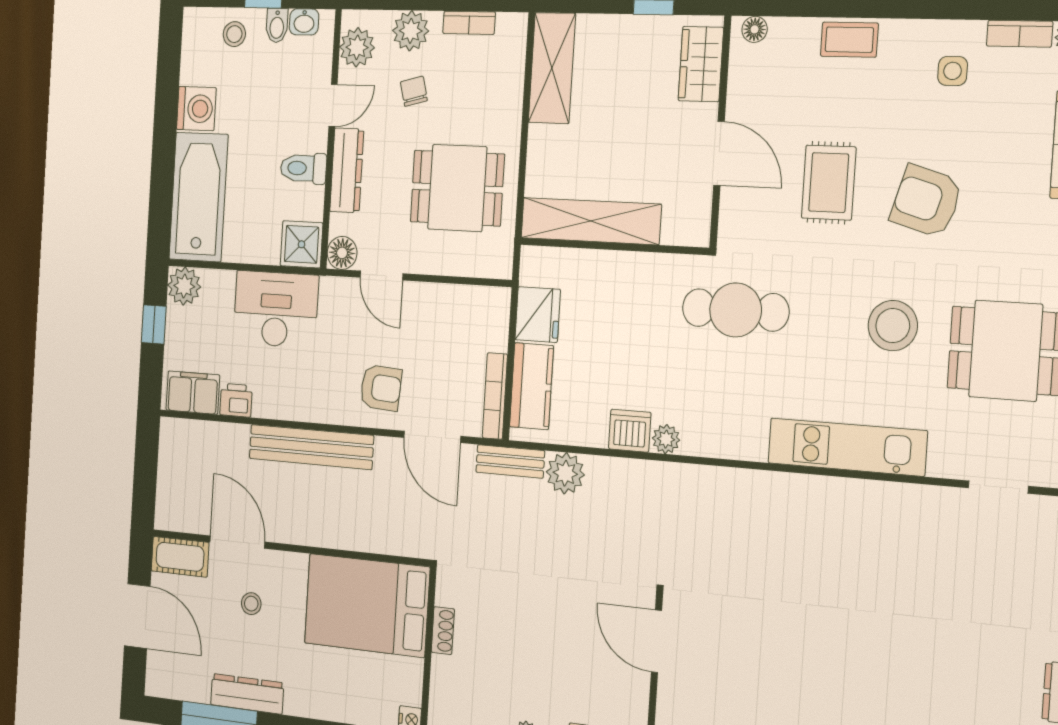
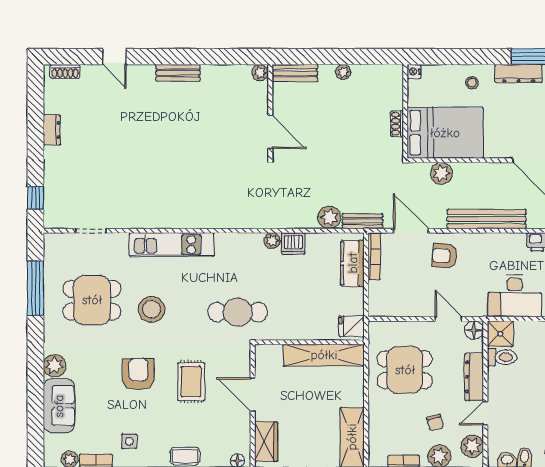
toilet: (303, 168) -> (502, 357), moved
armchair: (926, 201) -> (138, 374), turned -106
fridge: (538, 315) -> (352, 326), moved, width x0.72
plant: (377, 534) -> (441, 173), added
stool: (251, 604) -> (472, 83), moved

